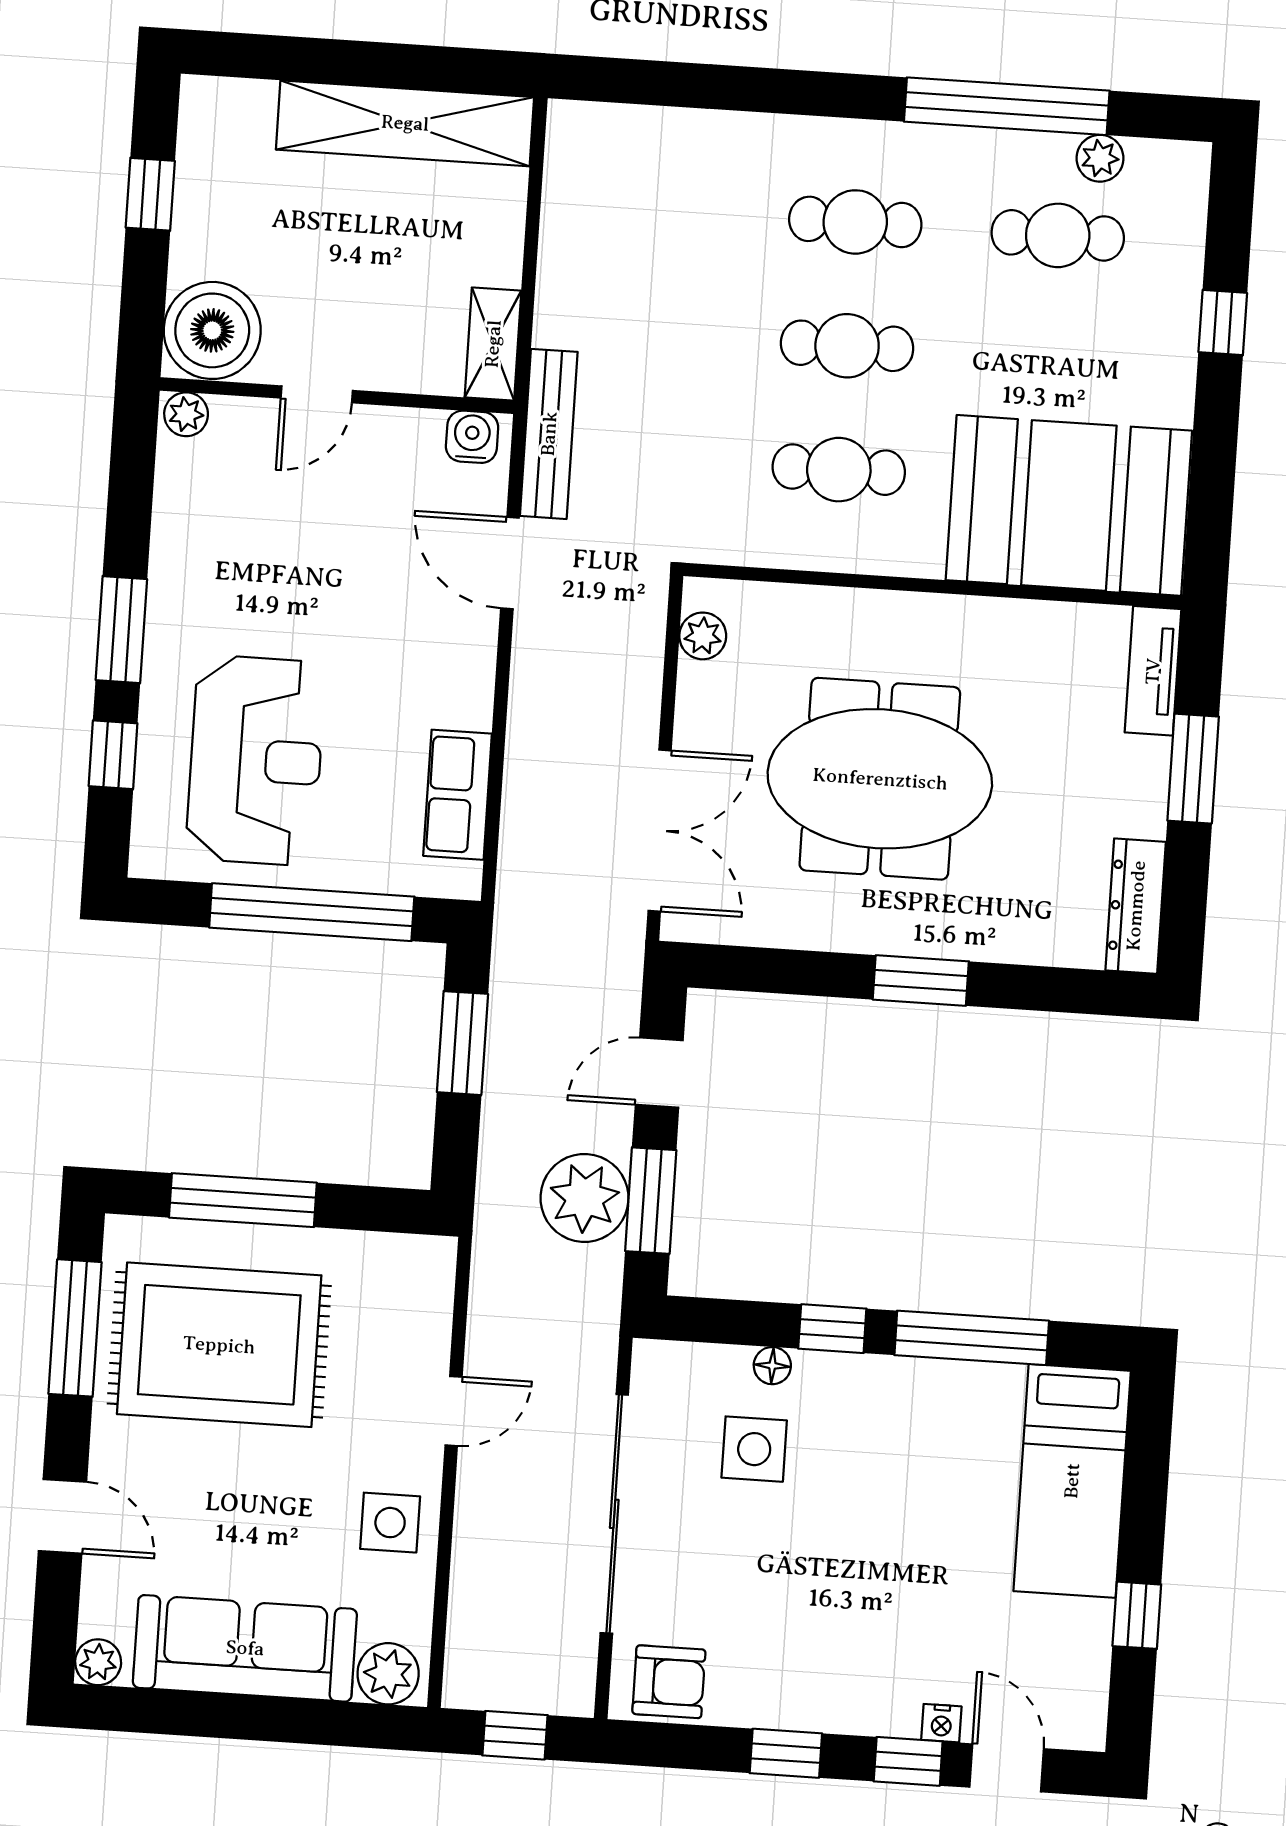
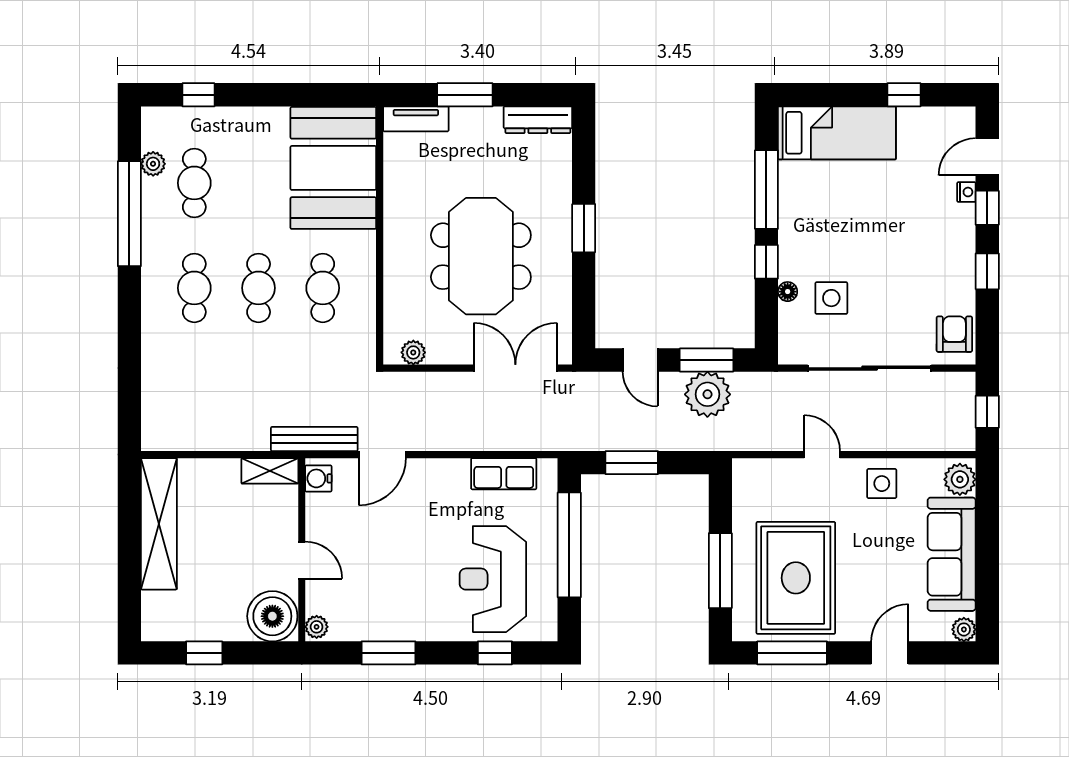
window: (1223, 323) -> (198, 95), moved
window: (121, 630) -> (388, 653), moved
reception desk: (256, 760) -> (493, 579), turned -90

